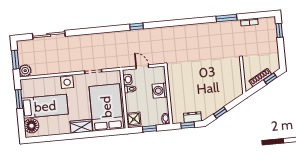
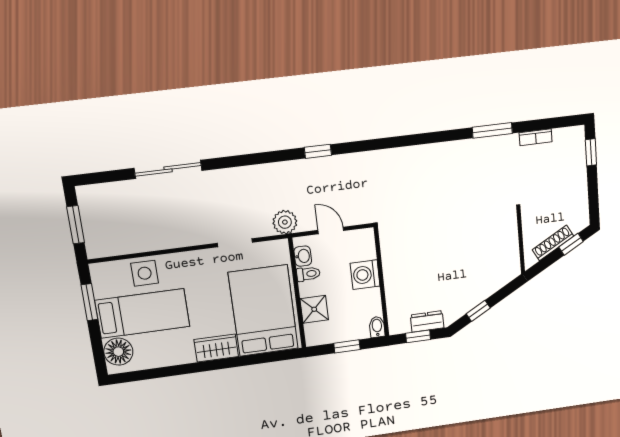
sliding door: (49, 35) -> (168, 169), moved
plant: (25, 71) -> (285, 222), moved
side table: (67, 82) -> (145, 273), moved
shower: (134, 119) -> (314, 309), moved

